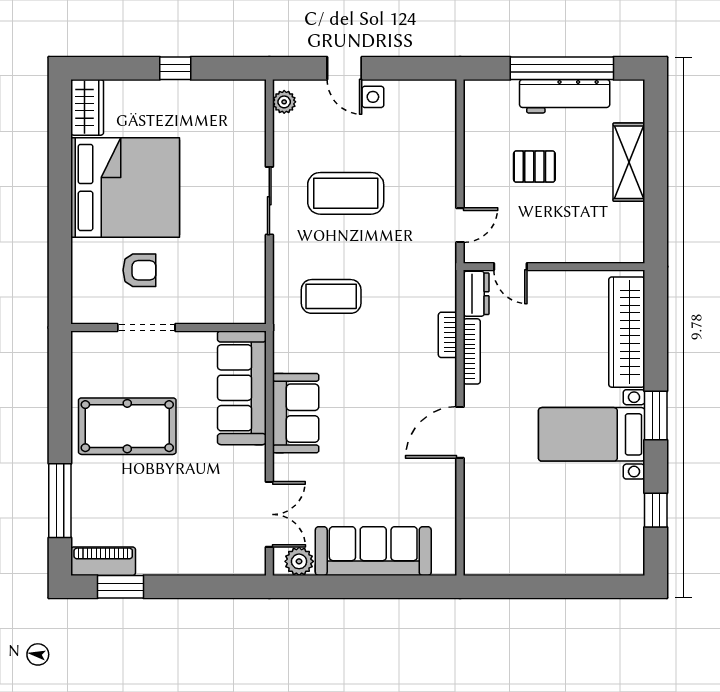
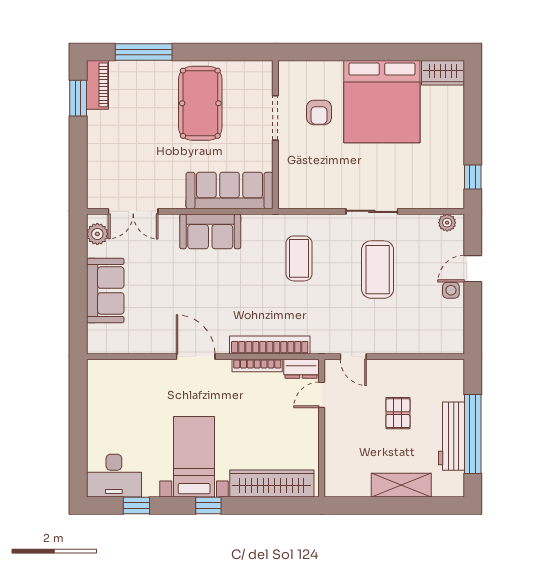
window: (175, 68) -> (473, 177), moved
bookcase: (448, 335) -> (270, 345), width x2.31, depth x1.31
window: (656, 416) -> (208, 505), width x0.67
desk: (616, 540) -> (114, 476), added
sofa: (373, 551) -> (105, 290), width x0.73

